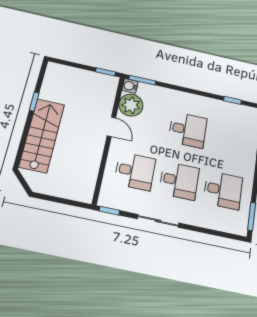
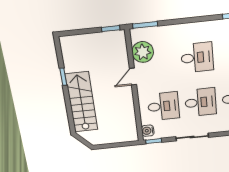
water cooler: (130, 86) -> (148, 131), moved
door: (111, 127) -> (133, 77), swing flipped

